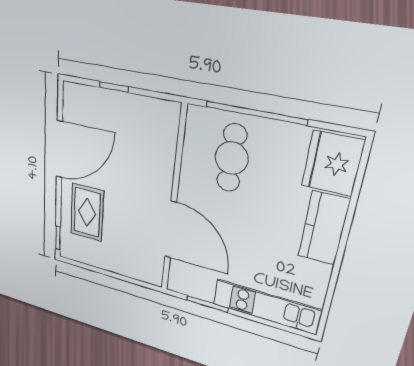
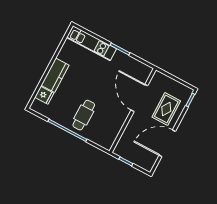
fridge: (333, 163) -> (44, 95), width x0.53, depth x0.75
wall: (174, 203) -> (133, 110), moved
door: (171, 230) -> (139, 98), moved

